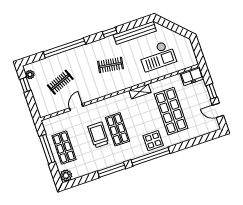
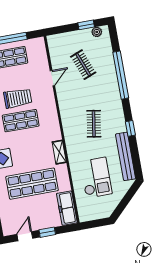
checkout: (157, 56) -> (96, 178), turned 180
freezer: (192, 76) -> (67, 208), width x1.40
door: (76, 107) -> (52, 78), hinge flipped

